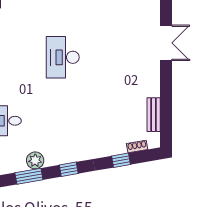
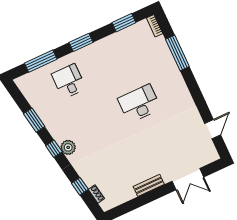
bench: (154, 115) -> (149, 185), moved
plant: (35, 160) -> (68, 147), moved

